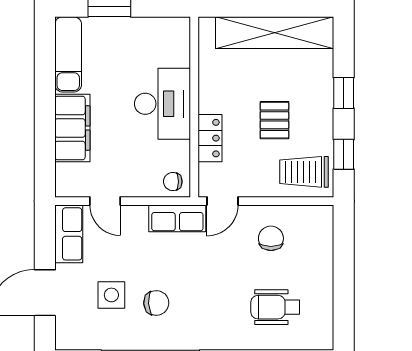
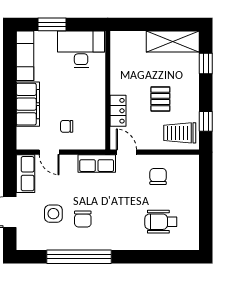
shelving: (275, 33) -> (173, 41), width x0.68
window: (344, 93) -> (206, 64), moved
desk: (163, 104) -> (81, 49), moved, turned -90
chair: (173, 182) -> (67, 126), moved
door: (222, 201) -> (126, 152), swing flipped
chair: (156, 303) -> (83, 219), turned 93

